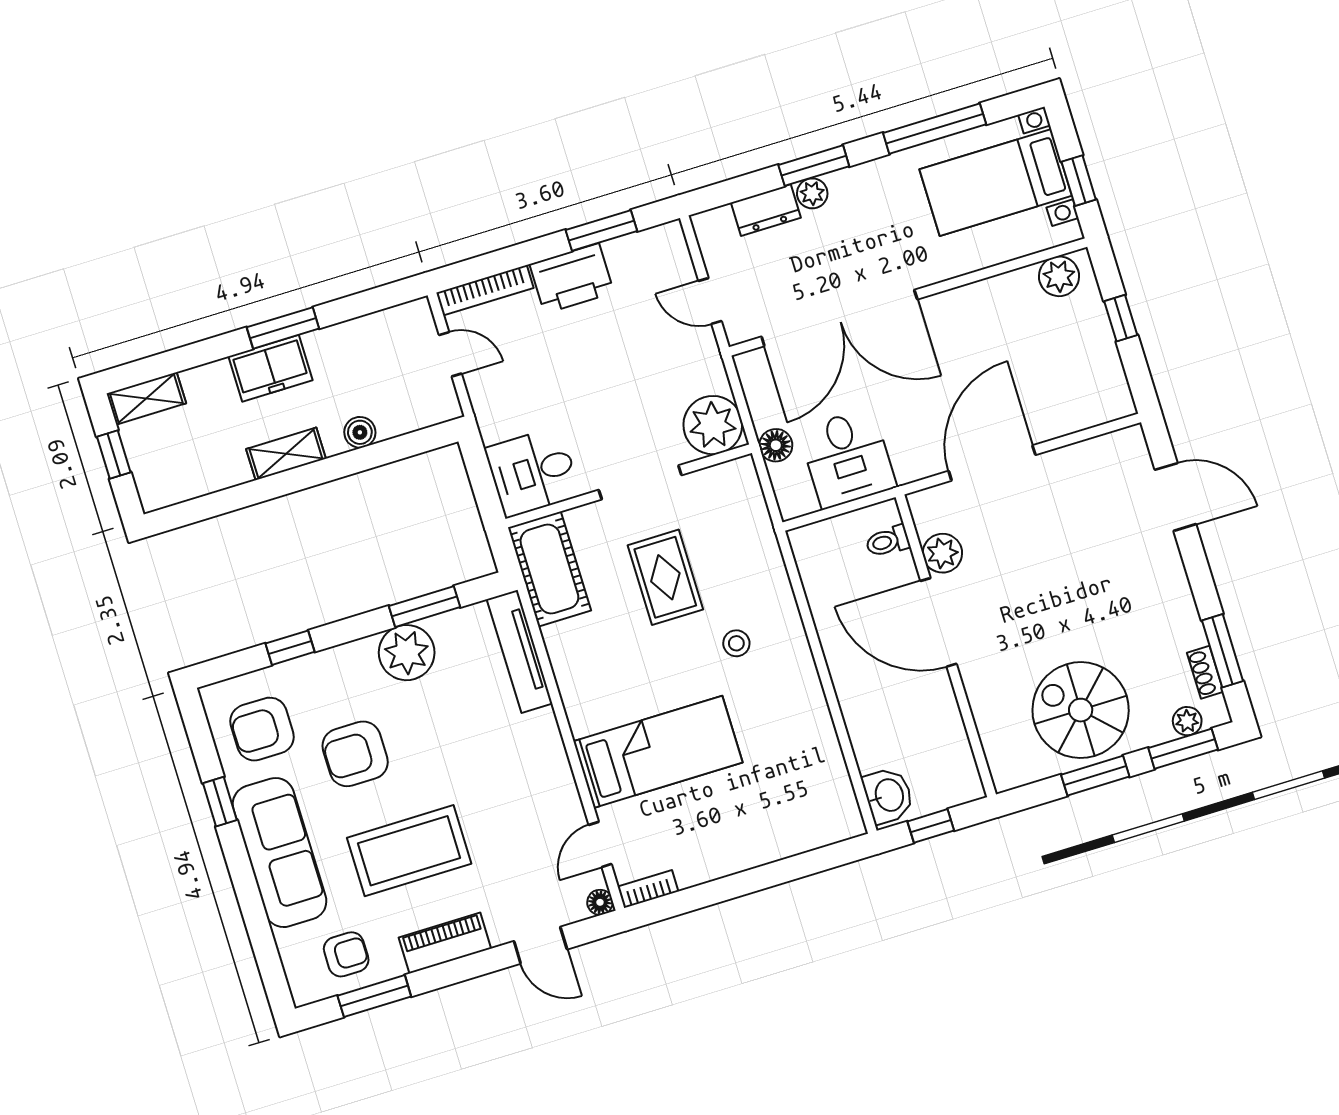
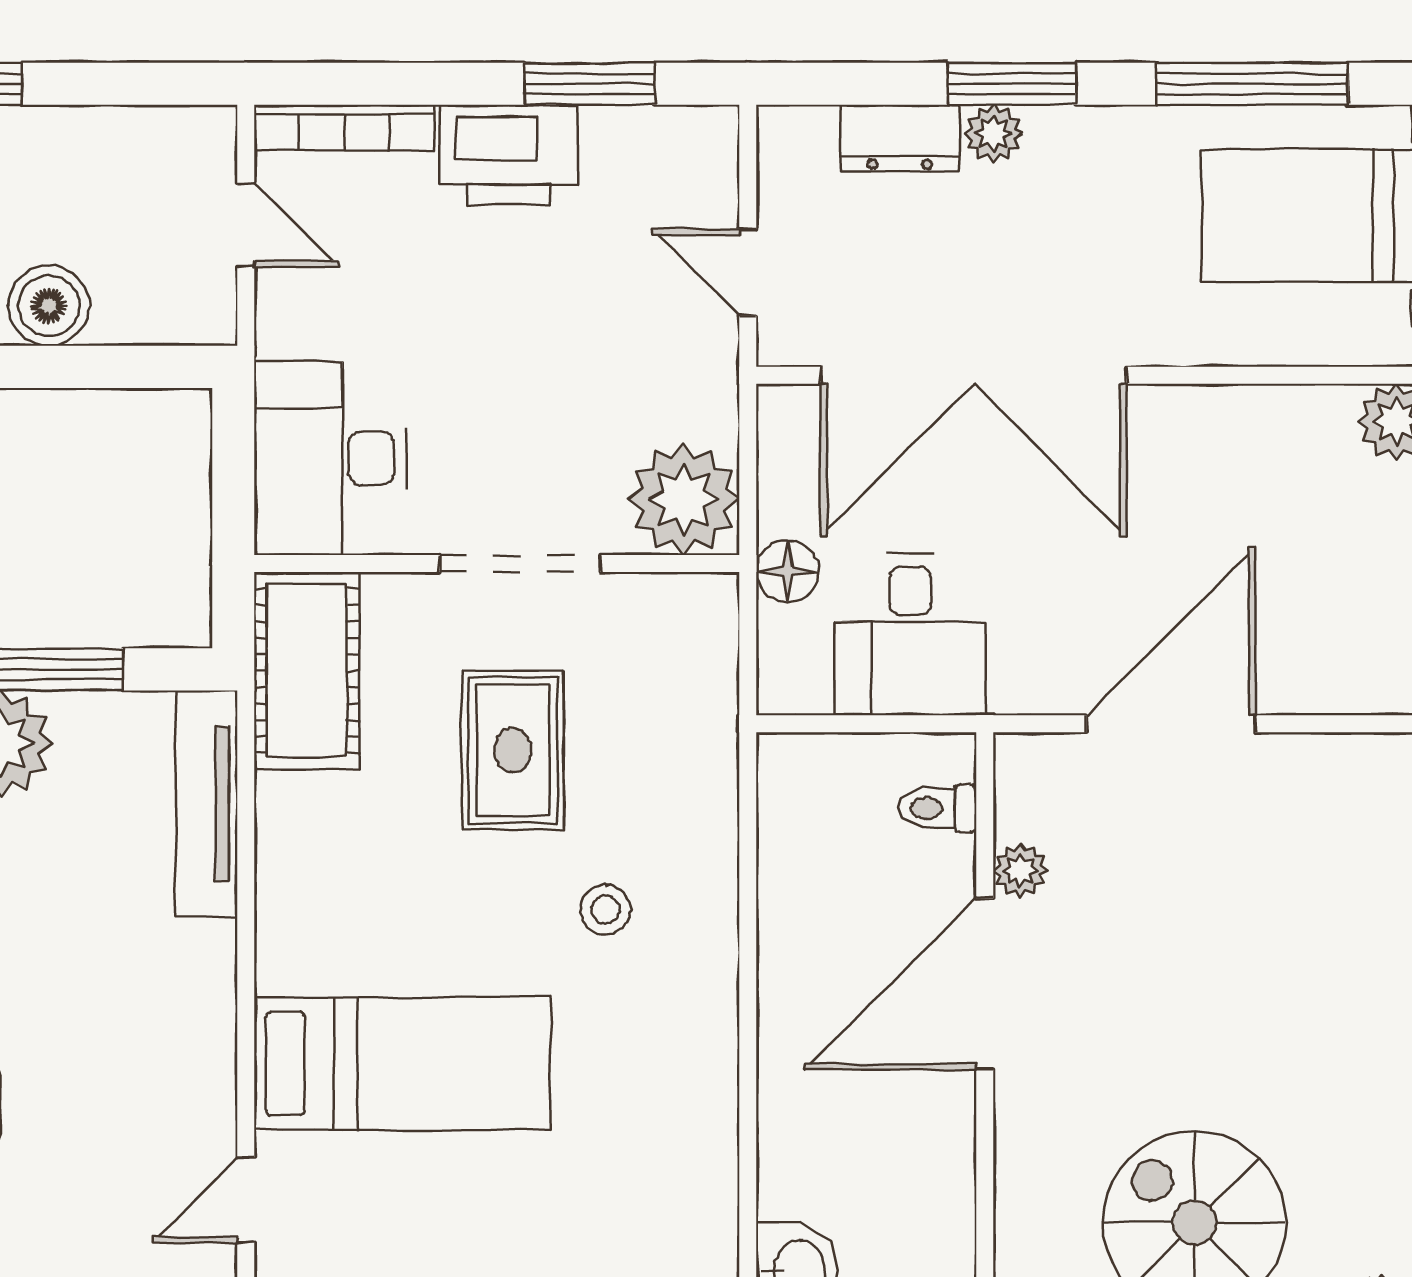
boiler: (360, 432) -> (49, 306), width x1.36, depth x1.36
desk: (533, 472) -> (330, 458), width x1.37
plant: (942, 553) -> (1020, 870), width x0.73, depth x0.73
door: (939, 622) -> (985, 984), hinge flipped

